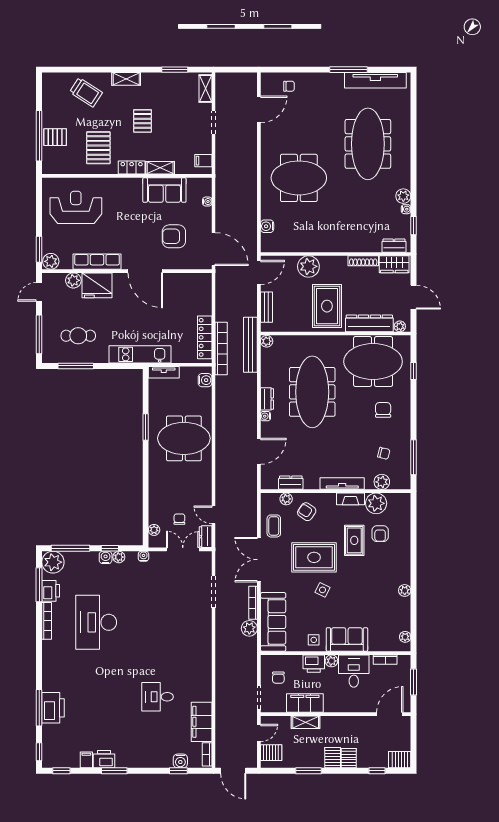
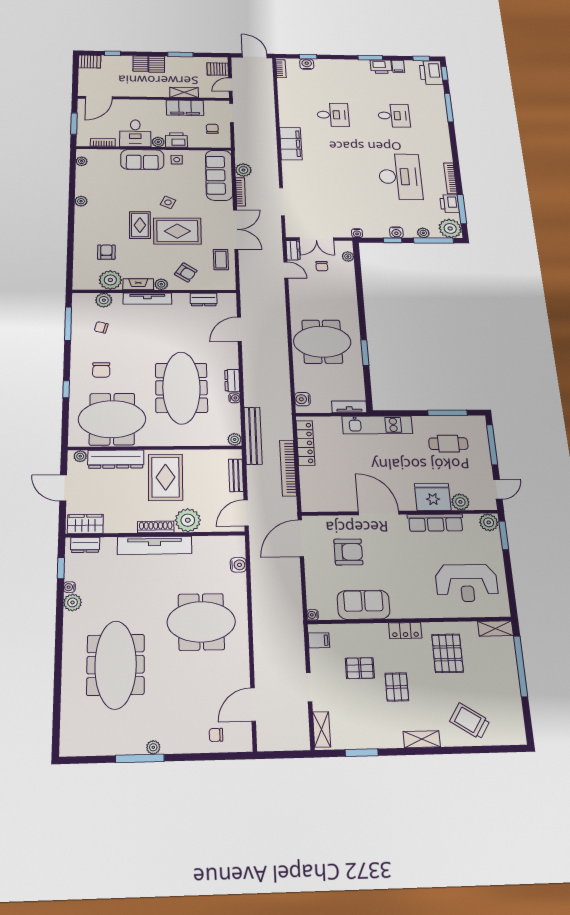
plant: (338, 78) -> (153, 747), added
tv unit: (375, 80) -> (155, 545), moved, turned 180
pallet: (55, 137) -> (360, 668), moved
shelving: (160, 168) -> (495, 628), moved
water cooler: (207, 202) -> (313, 615), moved
door: (213, 249) -> (301, 538), hinge flipped
shoe rack: (363, 261) -> (156, 527), moved
bookcase: (221, 349) -> (288, 468), moved
window: (413, 371) -> (66, 389), moved
water cooler: (265, 416) -> (234, 398), moved
plant: (286, 499) -> (161, 284), moved
rug: (354, 540) -> (140, 225), moved
plant: (119, 557) -> (423, 233), moved
desk: (96, 697) -> (394, 116), added
printer: (53, 708) -> (431, 73), moved
filing cabinet: (202, 722) -> (291, 144), moved

